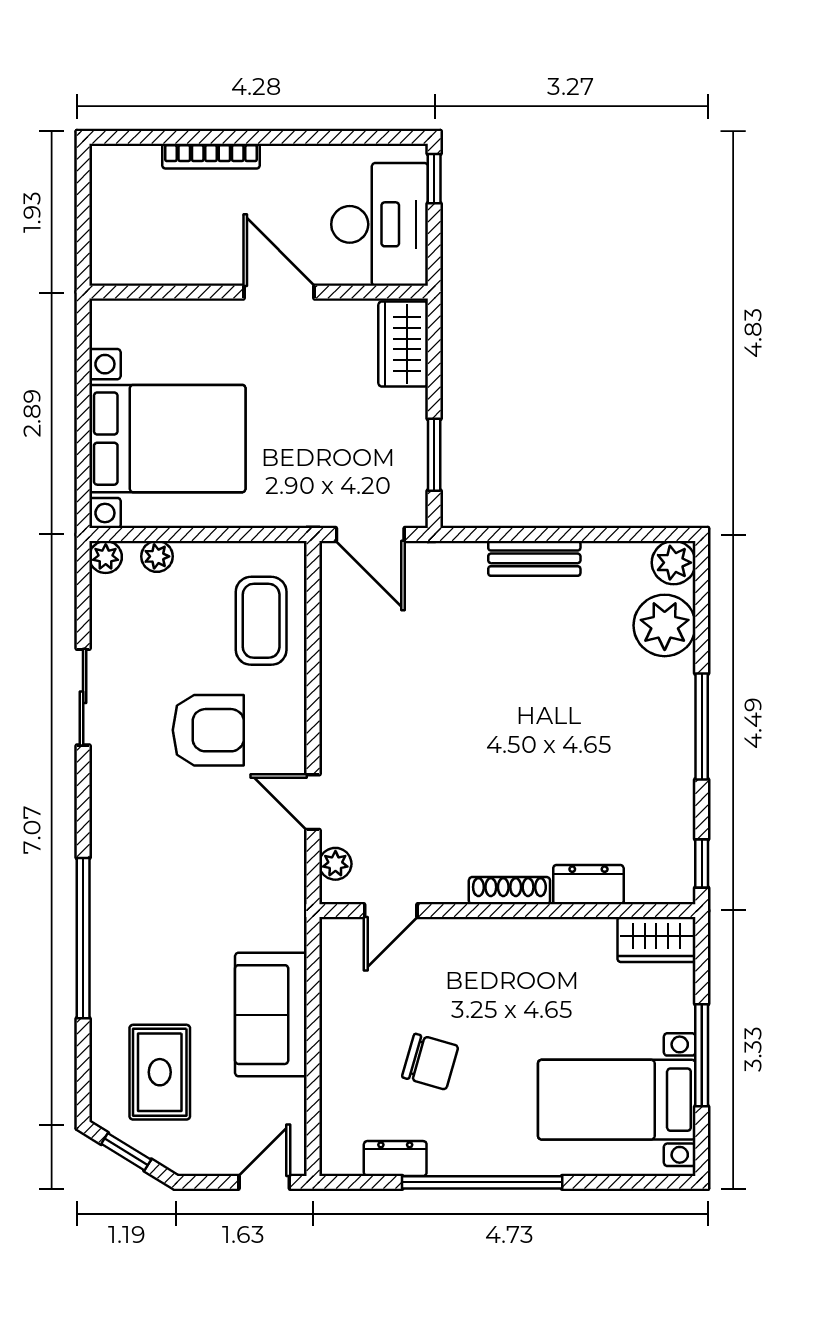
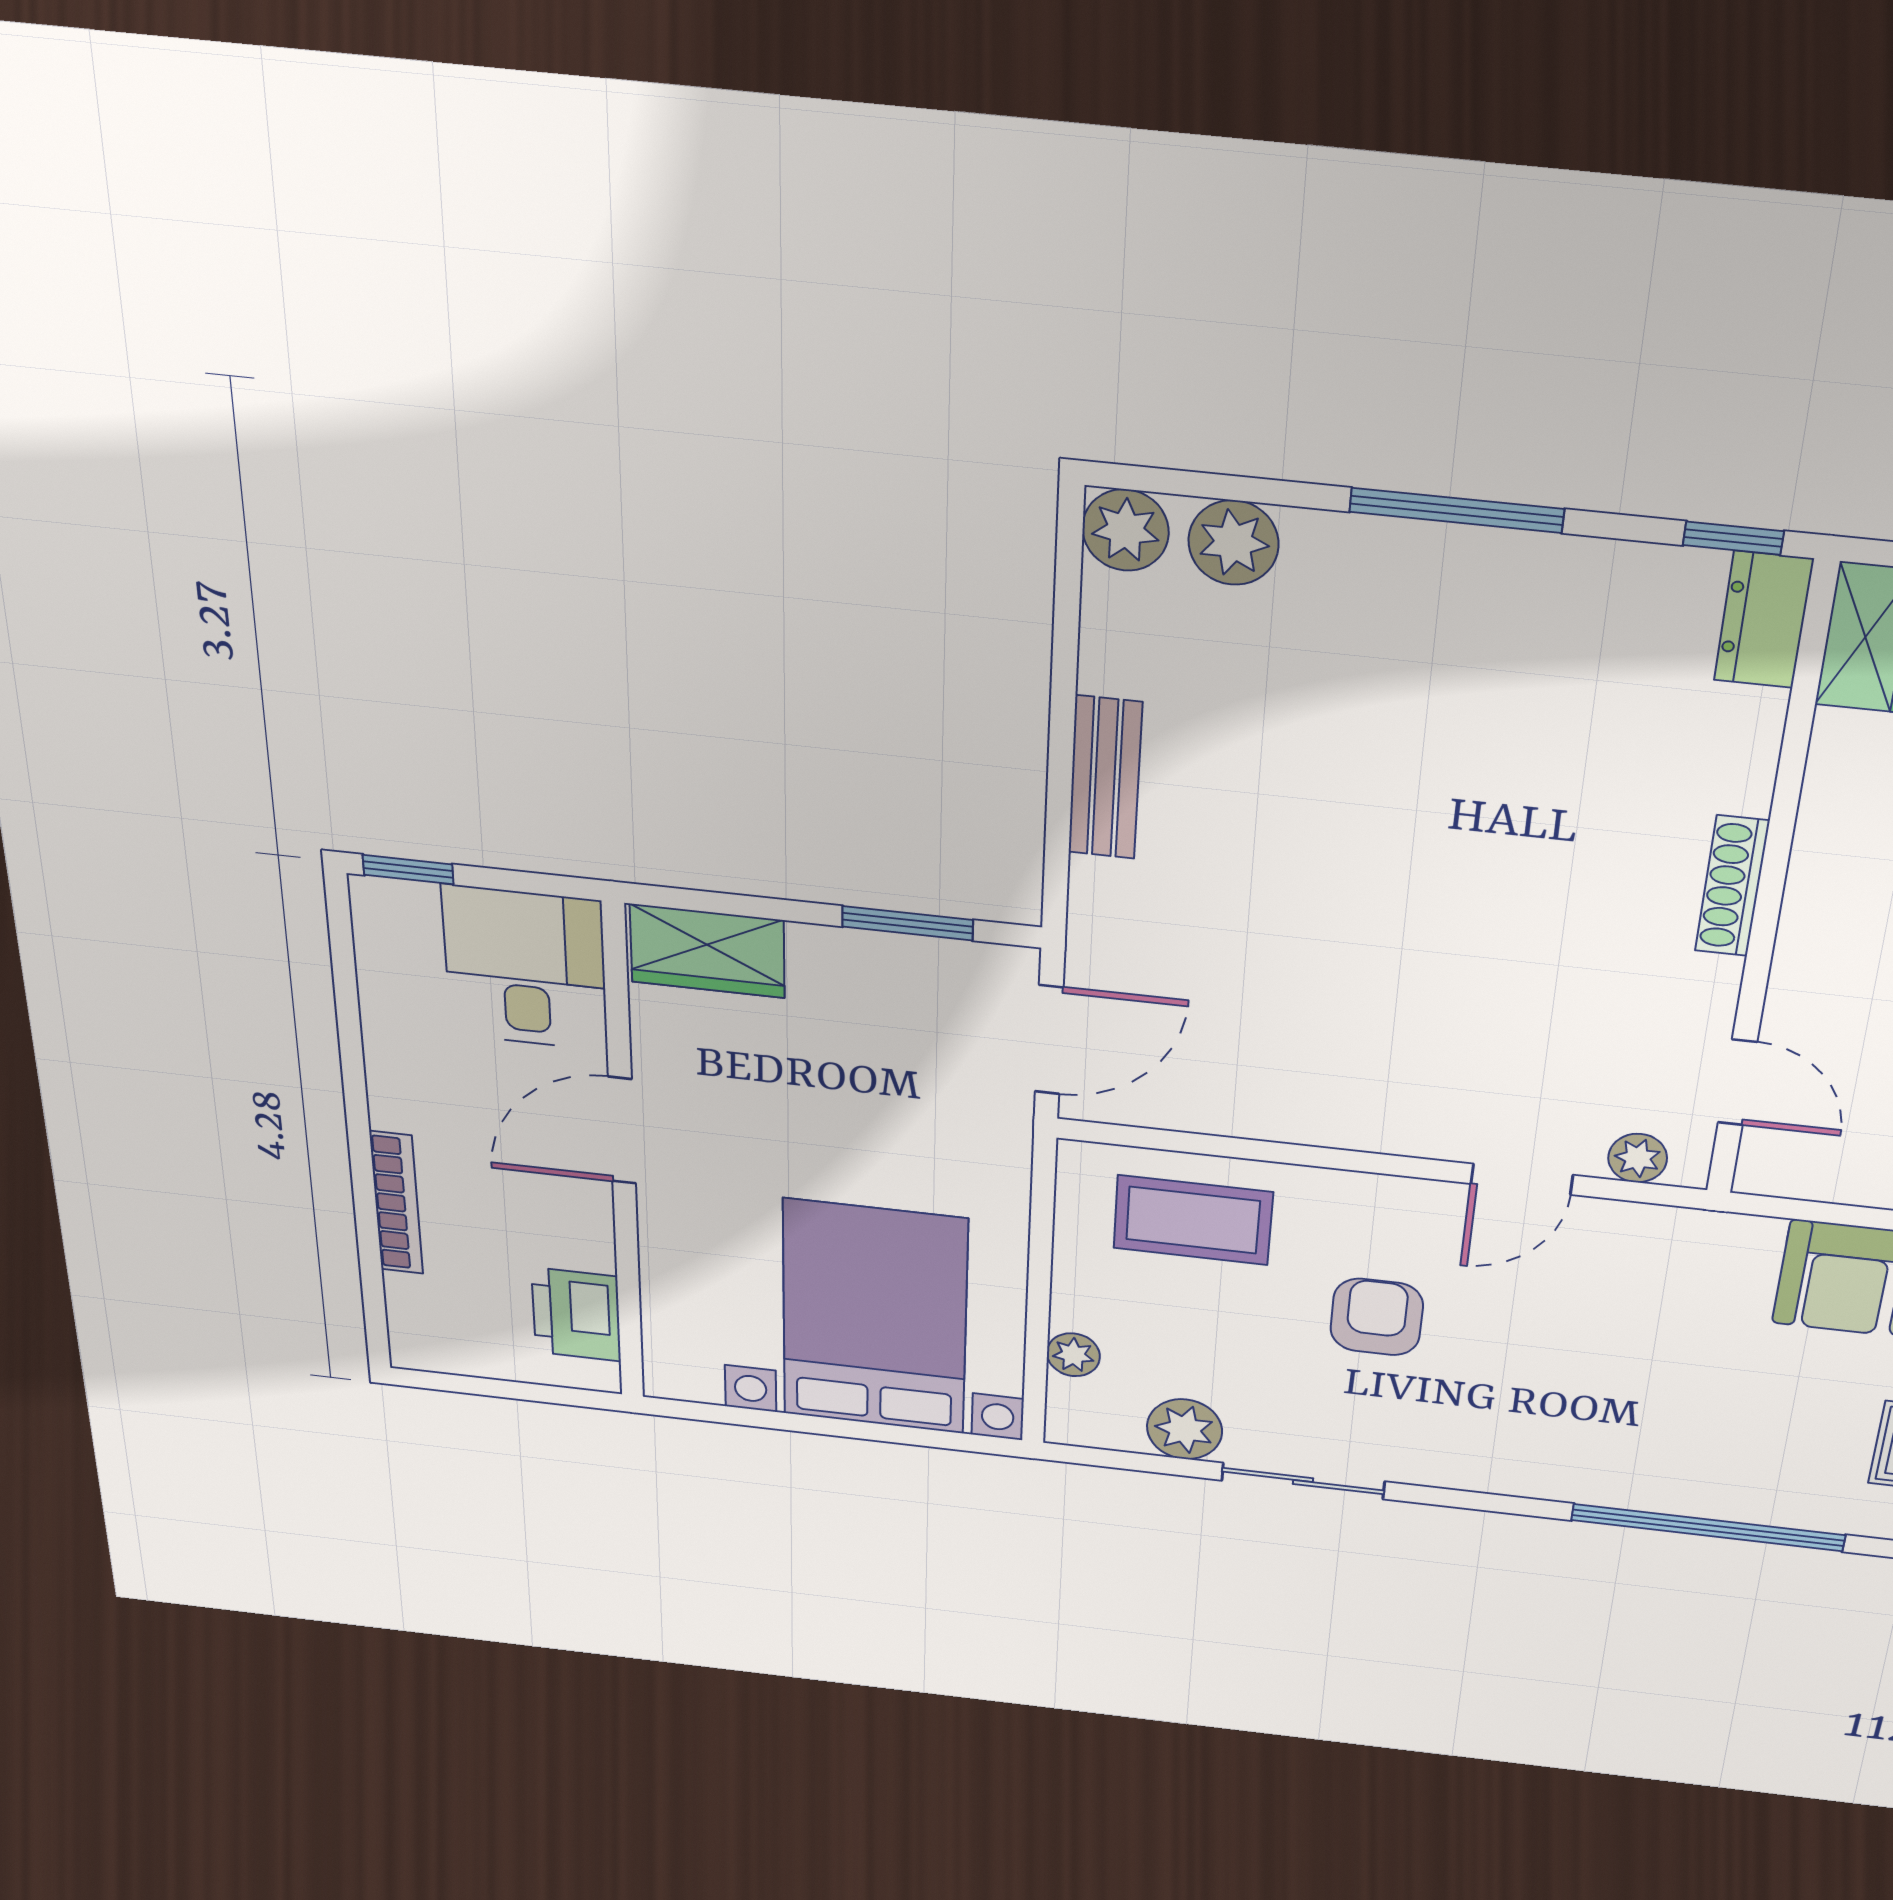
desk: (380, 224) -> (525, 968), width x0.73
printer: (145, 260) -> (576, 1314), added
plant: (106, 557) -> (1185, 1429), moved, width x1.38, depth x1.38
plant: (665, 625) -> (1234, 543), width x0.73, depth x0.73
armchair: (208, 730) -> (1377, 1317), width x0.72, depth x0.72
dresser: (588, 885) -> (1764, 620), moved

